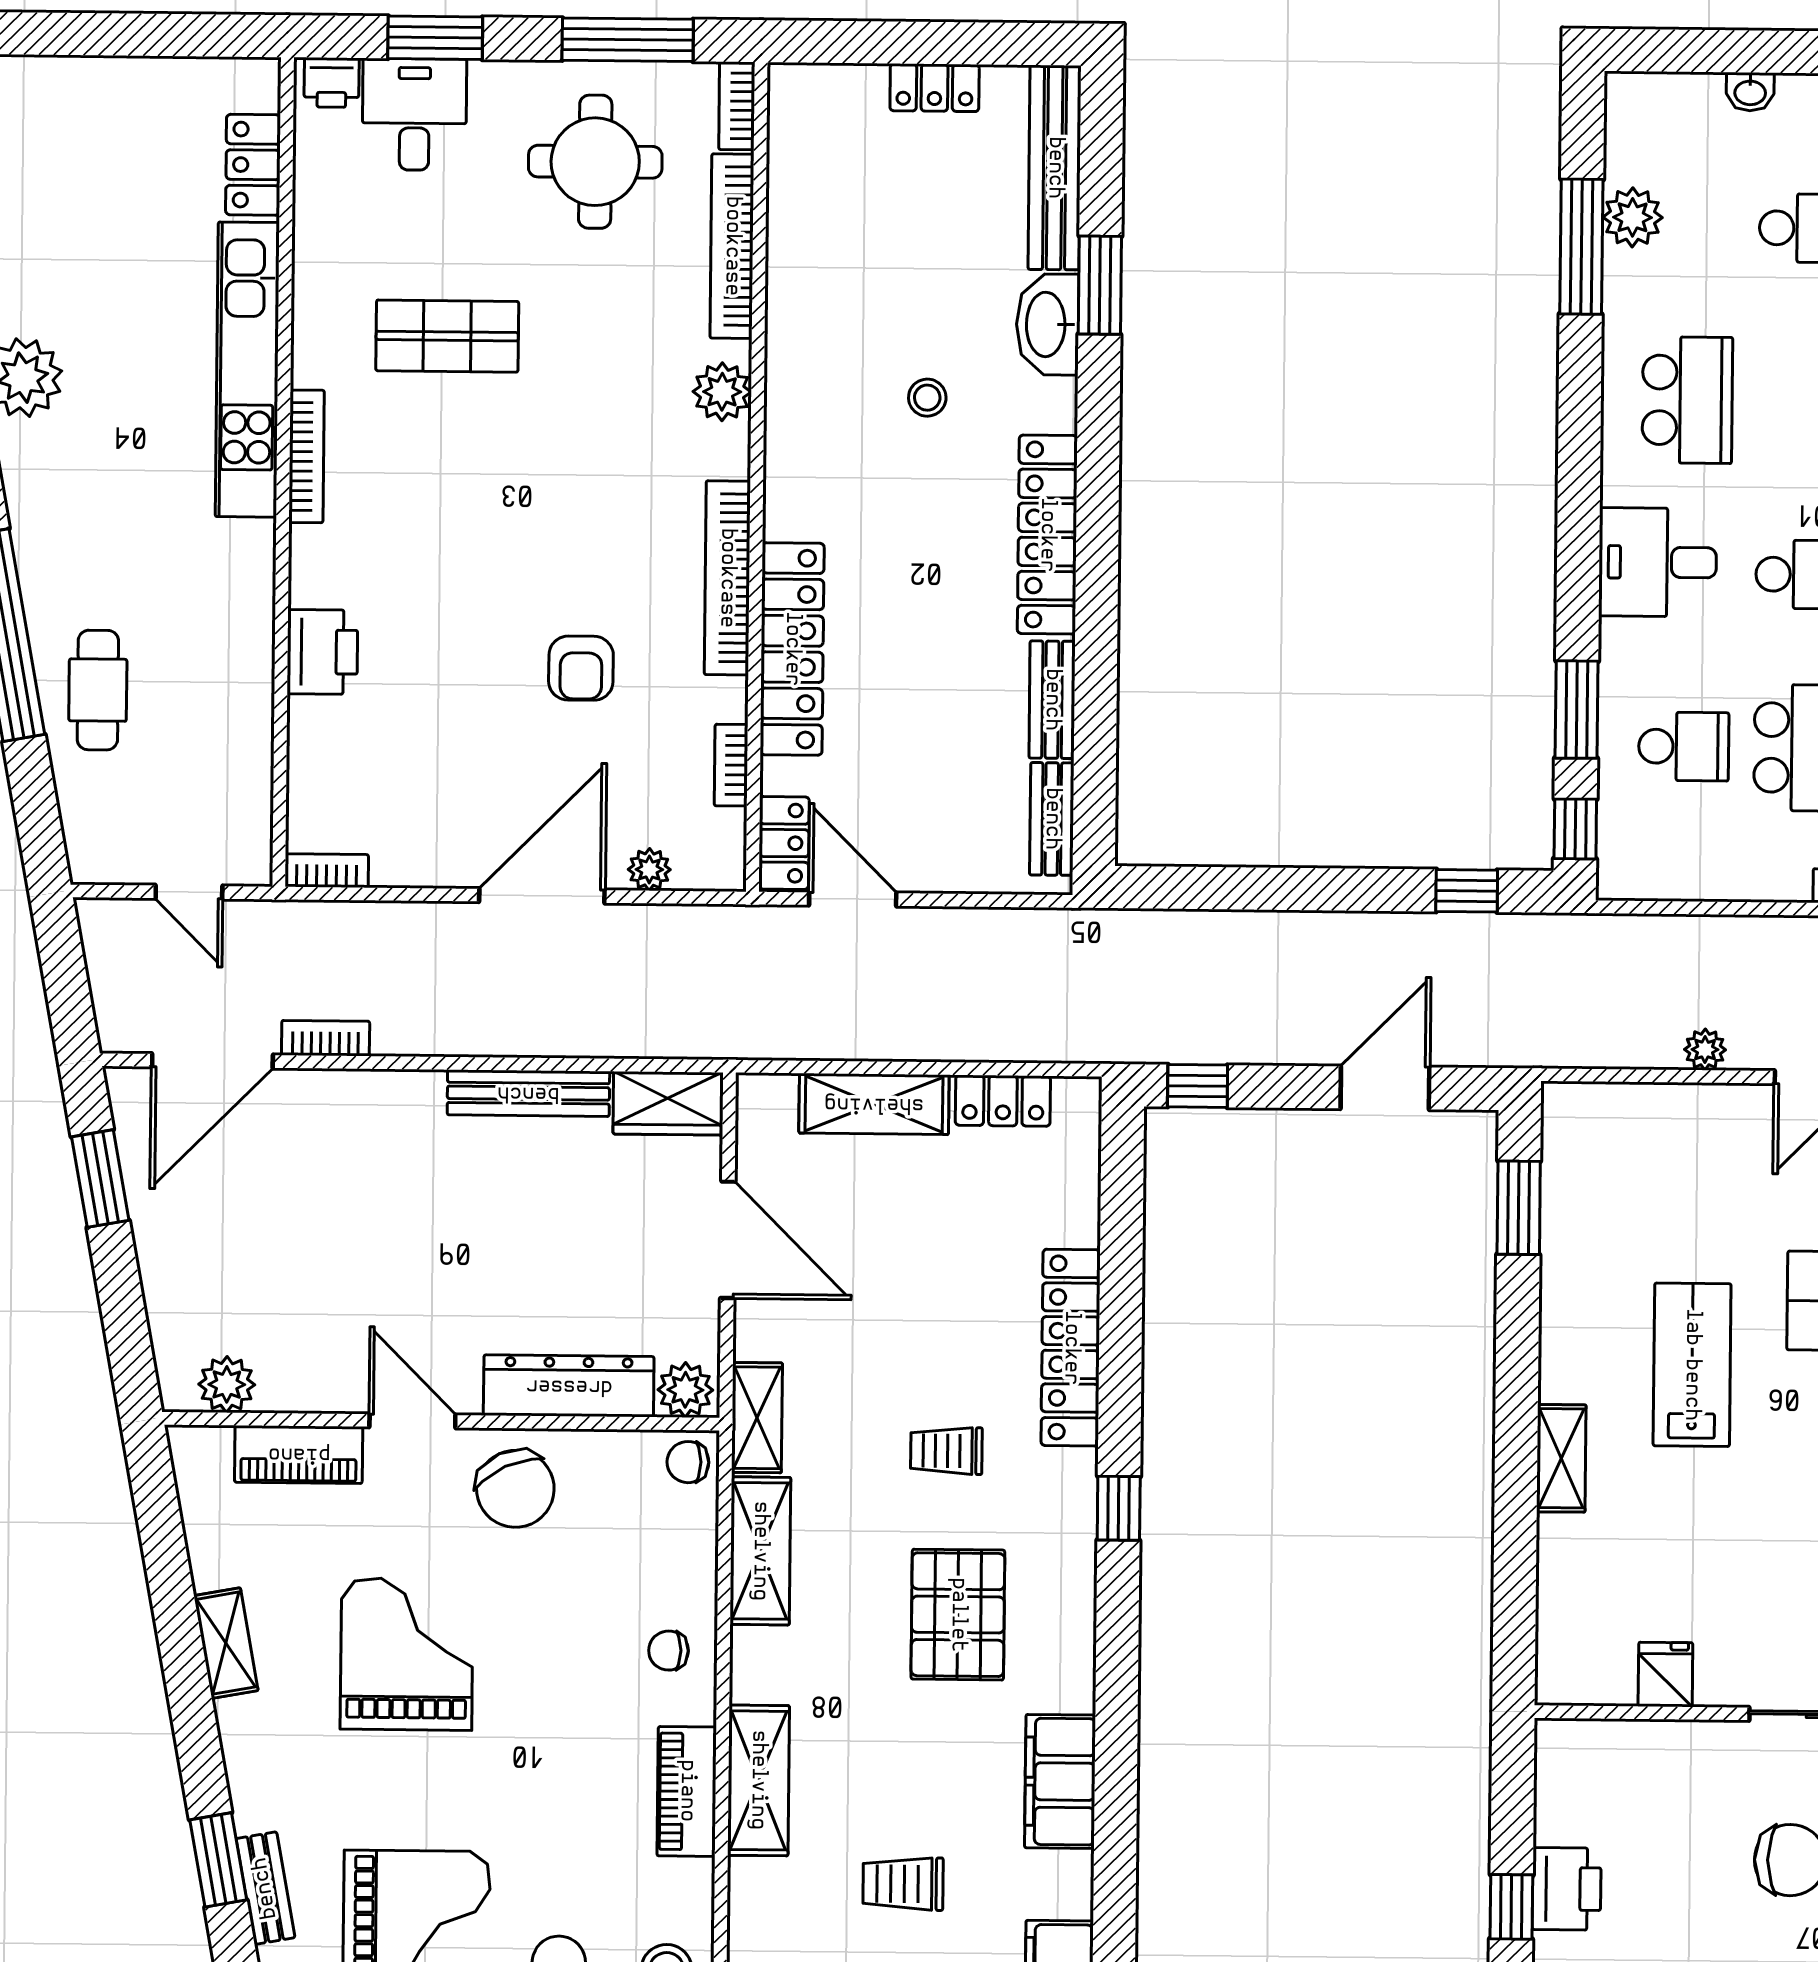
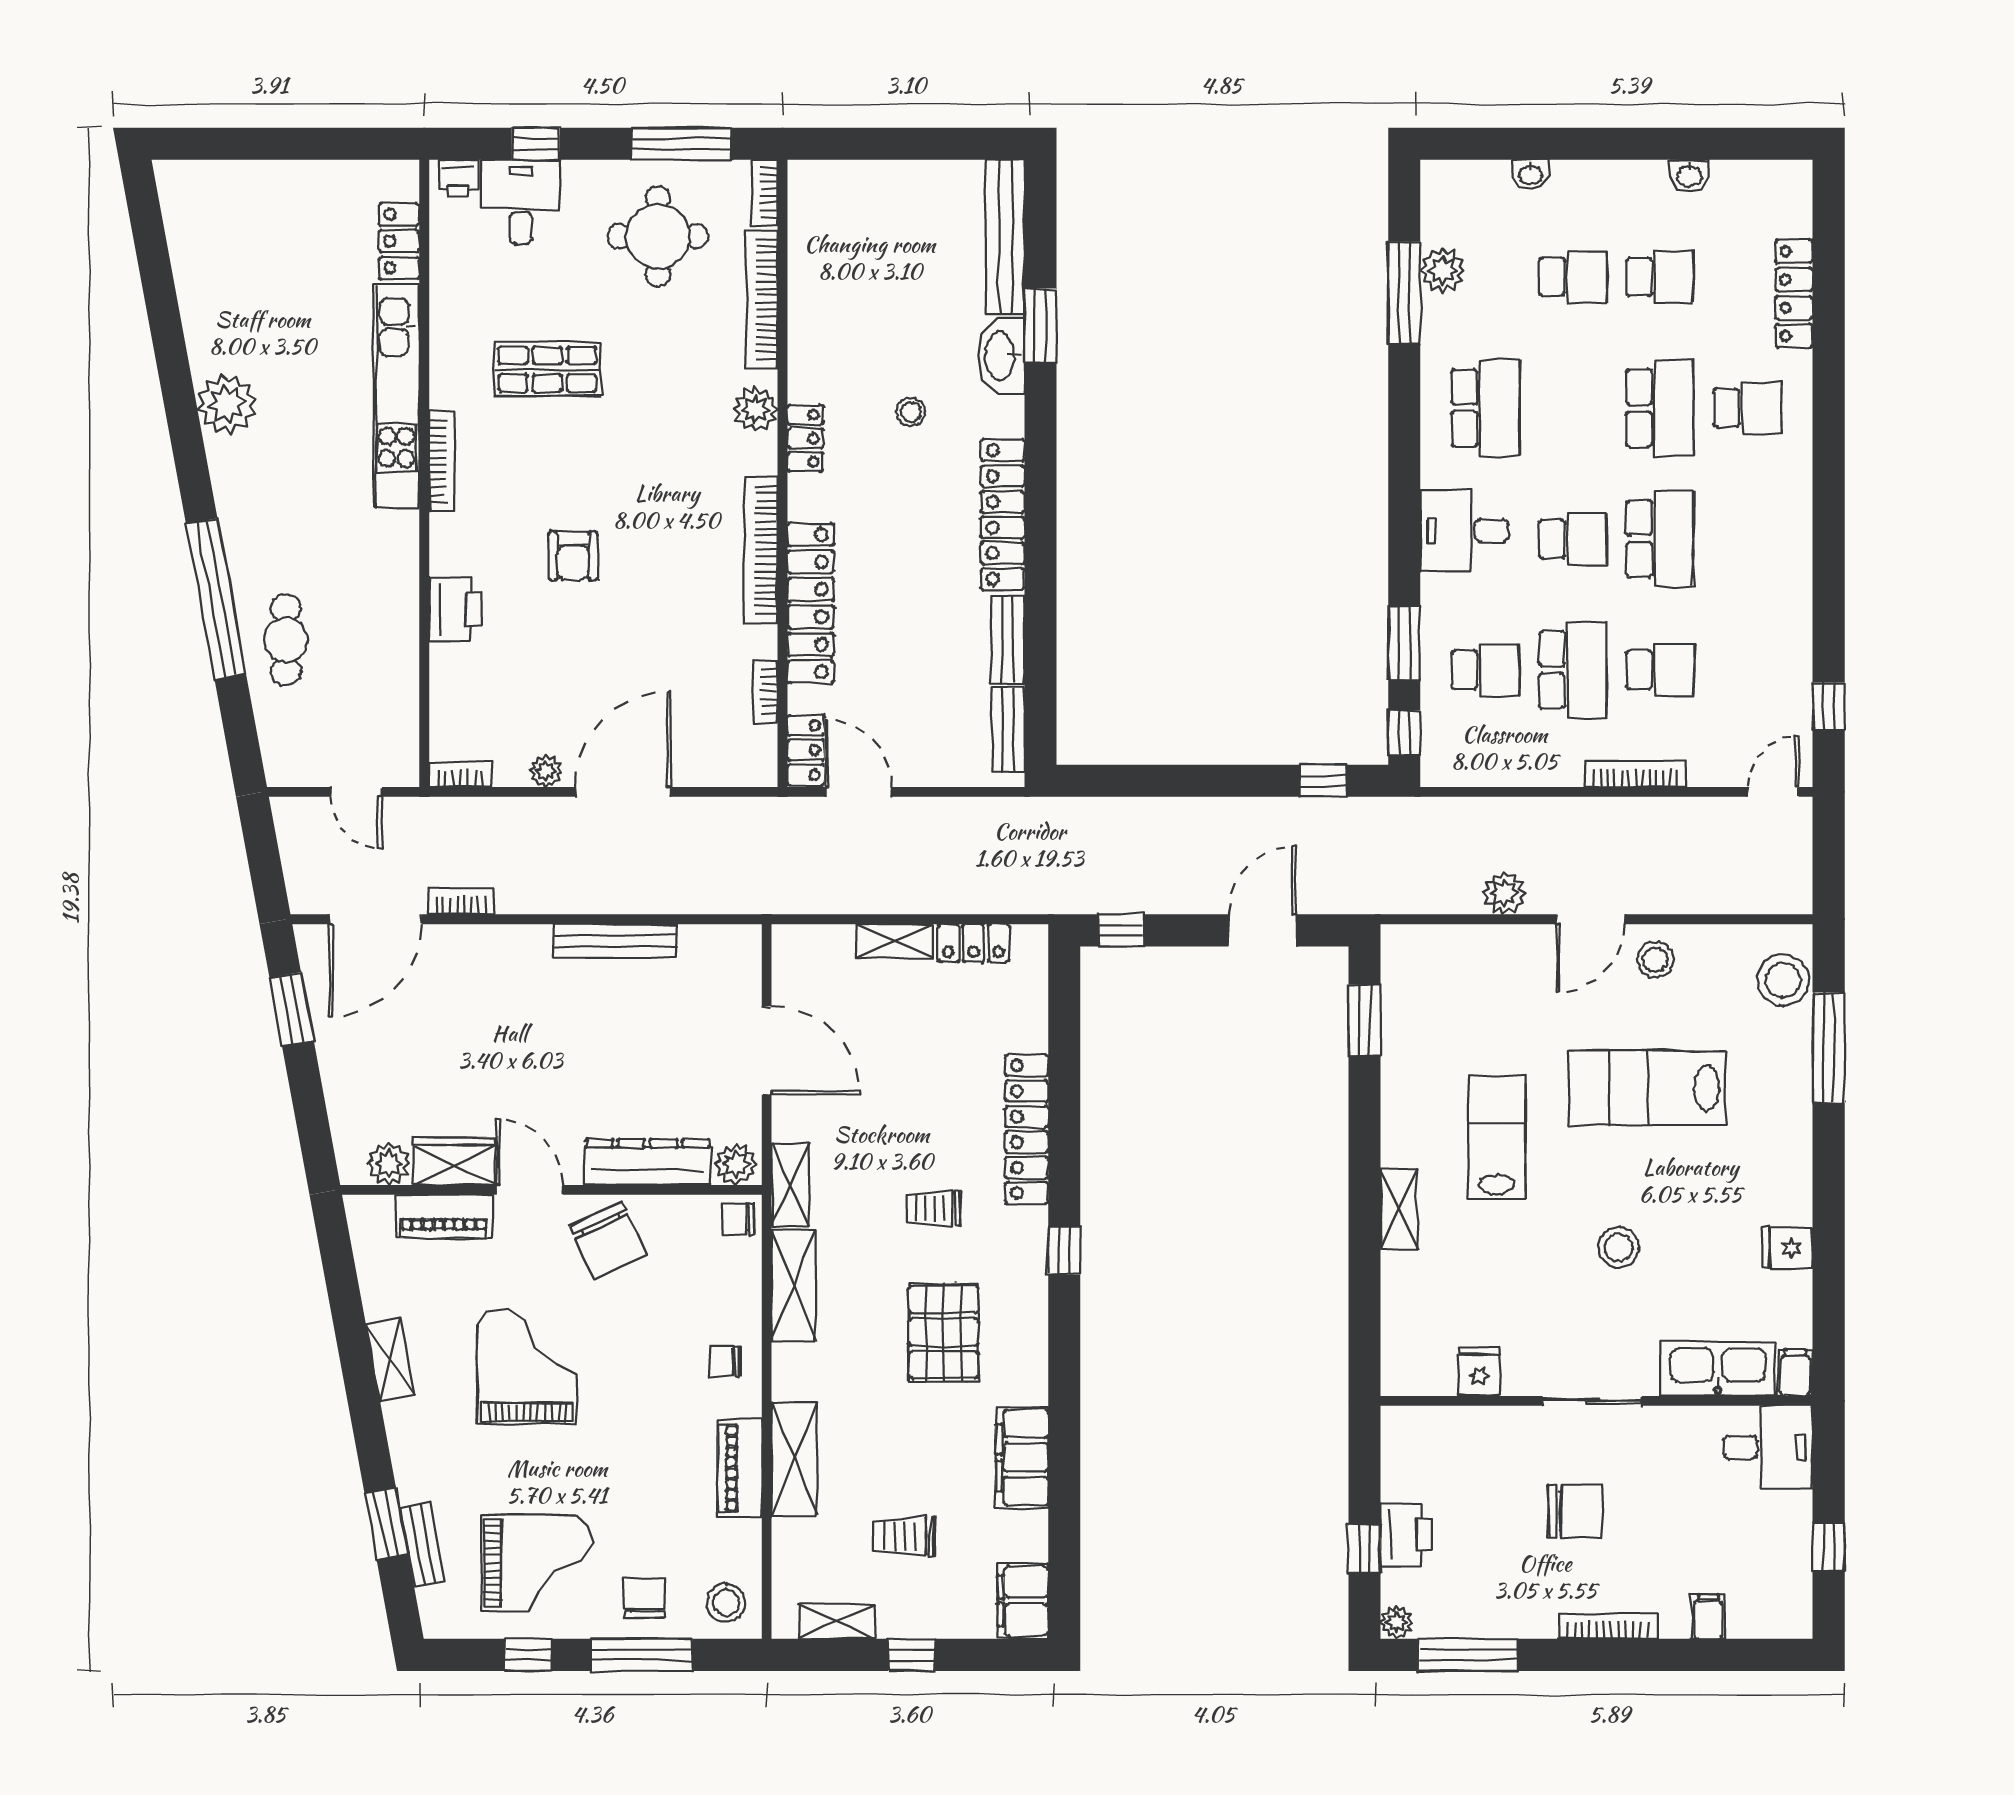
window: (435, 38) -> (536, 144), width x0.67
locker: (935, 88) -> (805, 438), moved, turned -90
armchair: (581, 668) -> (573, 556), moved
plant: (649, 870) -> (546, 771), moved
plant: (1705, 1050) -> (1504, 893), width x1.38, depth x1.38
wardrobe: (667, 1103) -> (454, 1161), moved, turned 180
shelving: (874, 1104) -> (895, 941), width x0.67, depth x0.75

